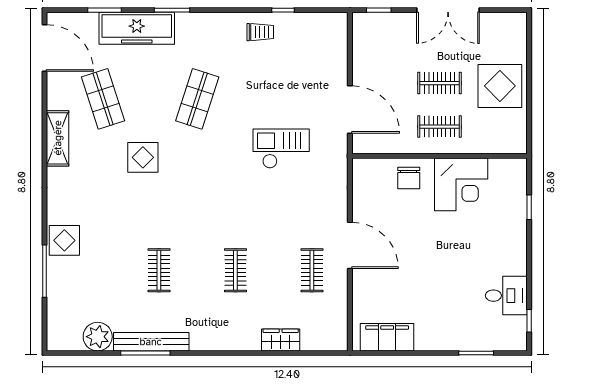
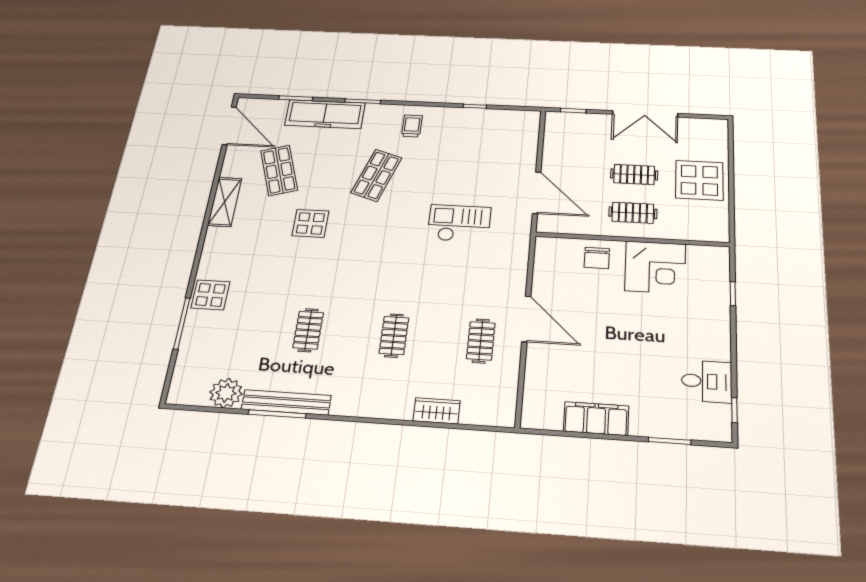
trolley: (260, 32) -> (412, 126), moved, turned -90
filing cabinet: (387, 337) -> (596, 419), moved

